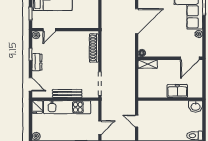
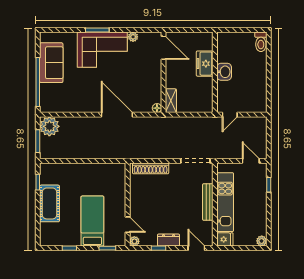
door: (30, 84) -> (196, 248), hinge flipped
washbasin: (196, 106) -> (224, 72), moved
door: (137, 121) -> (230, 115), moved

